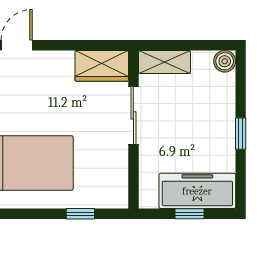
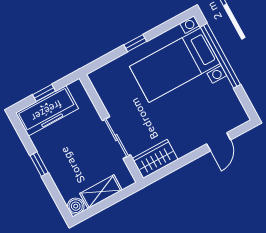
shelving: (164, 62) -> (101, 192), moved
window: (80, 214) -> (135, 43), moved

